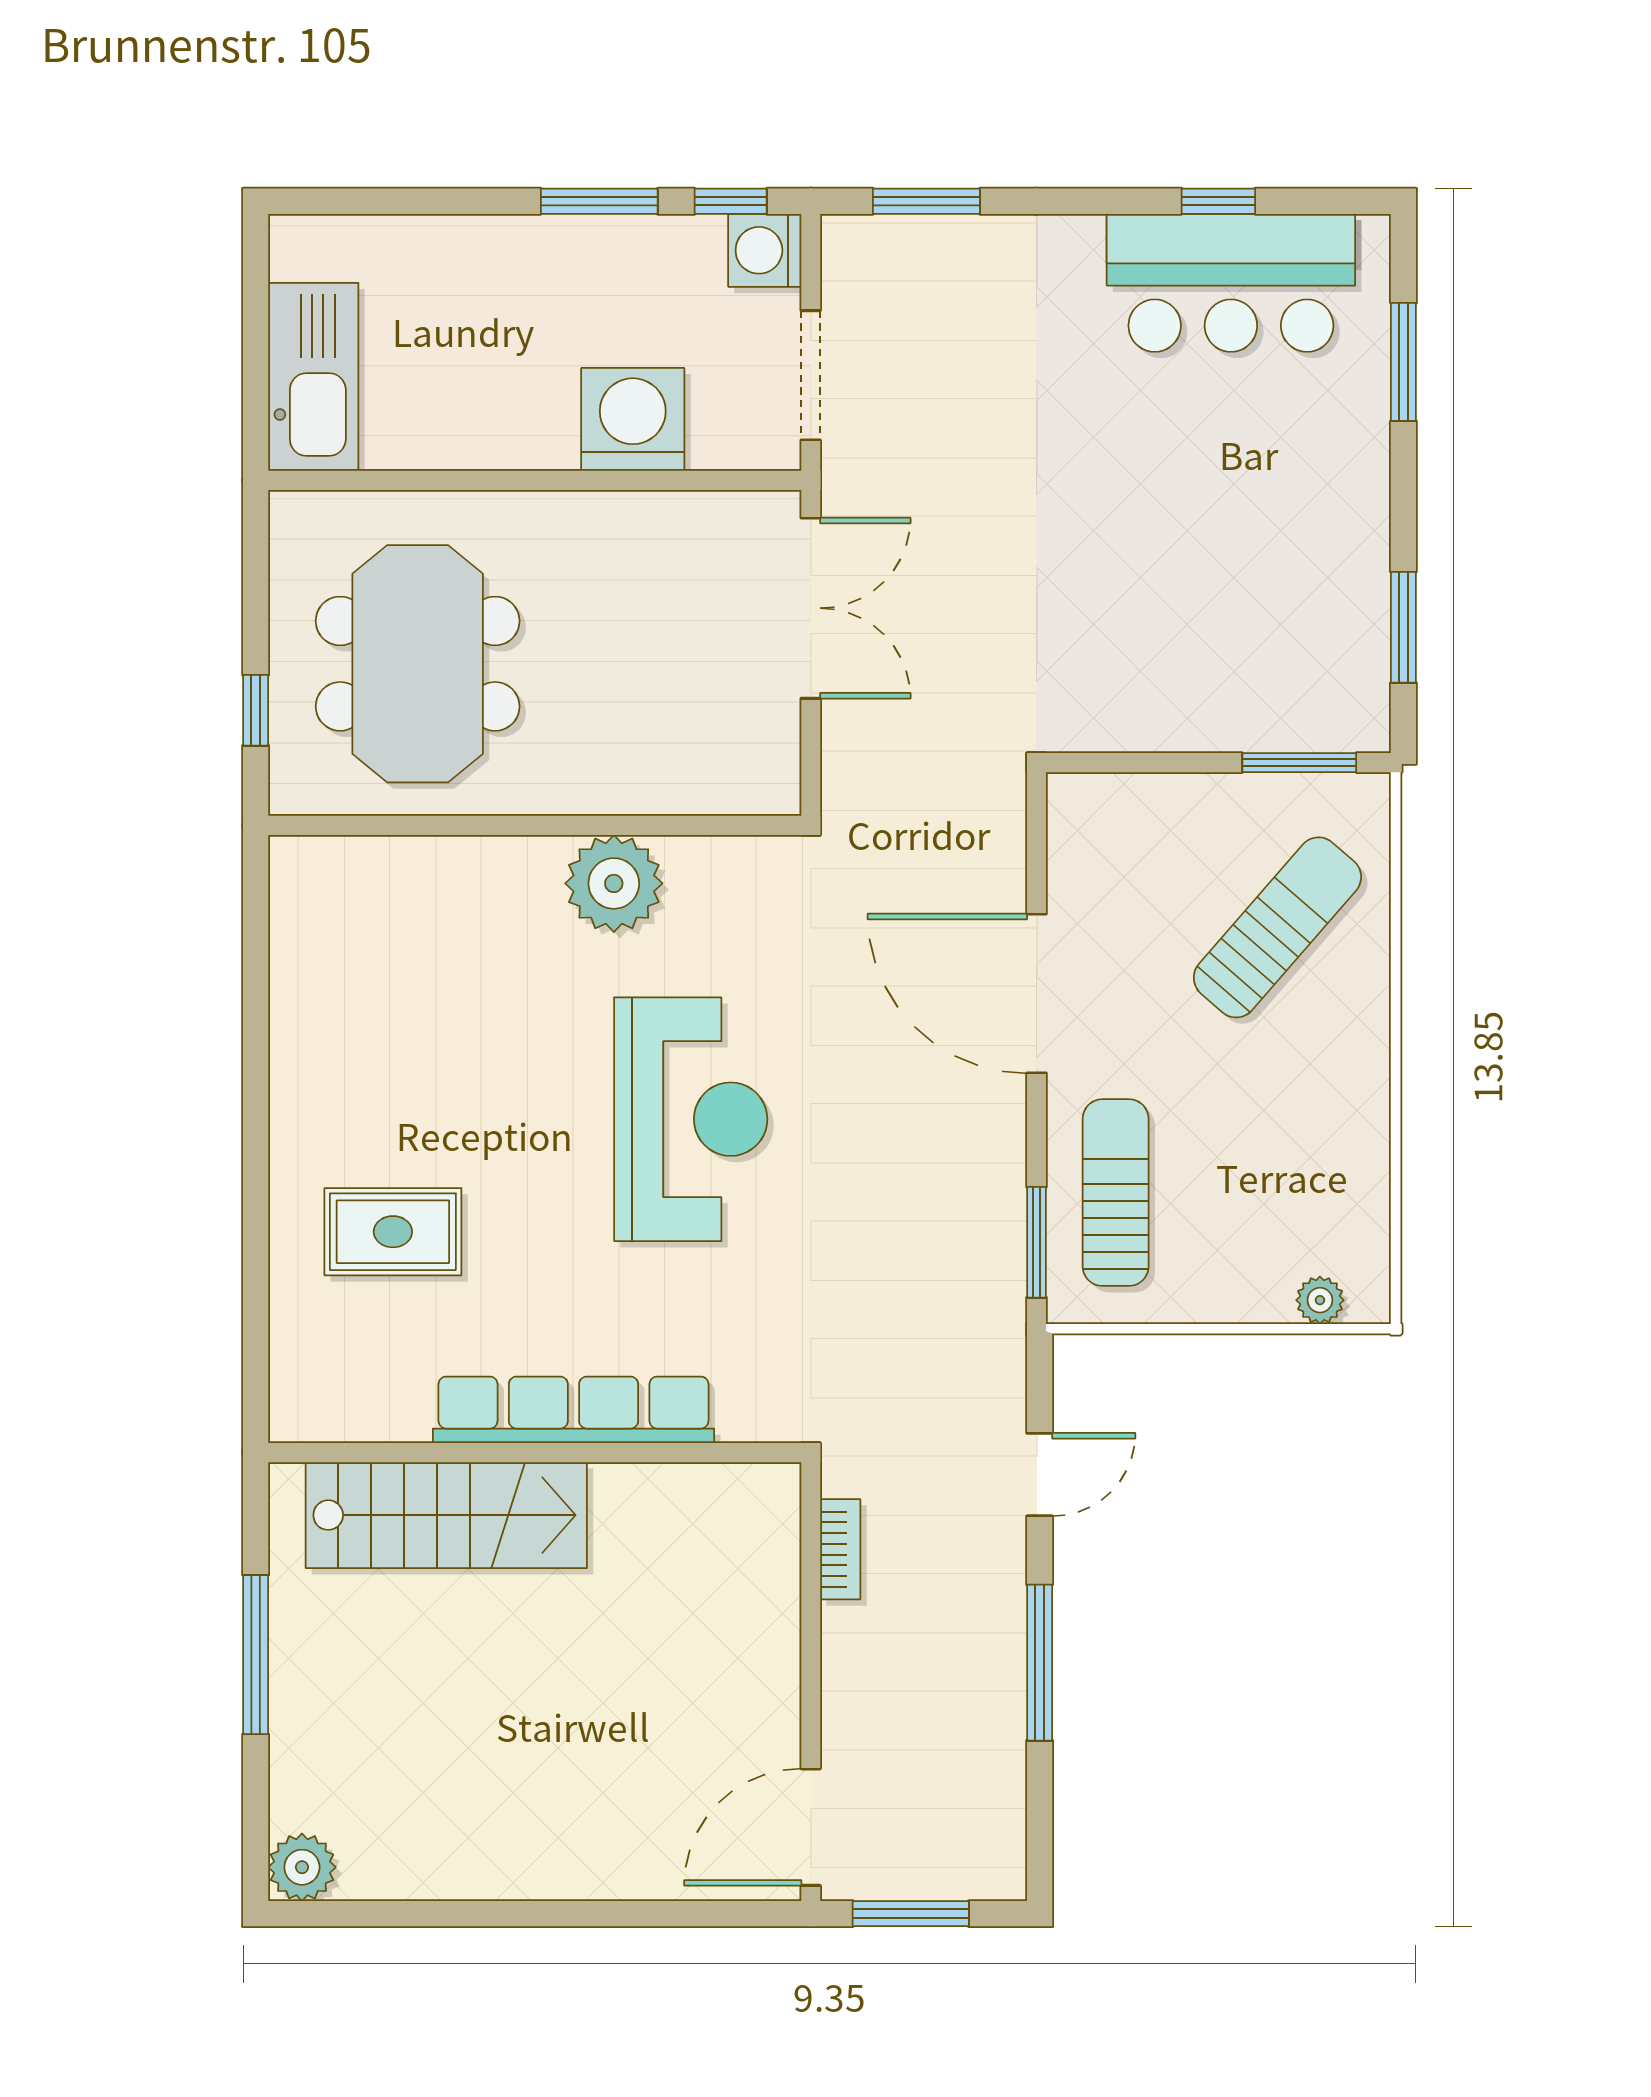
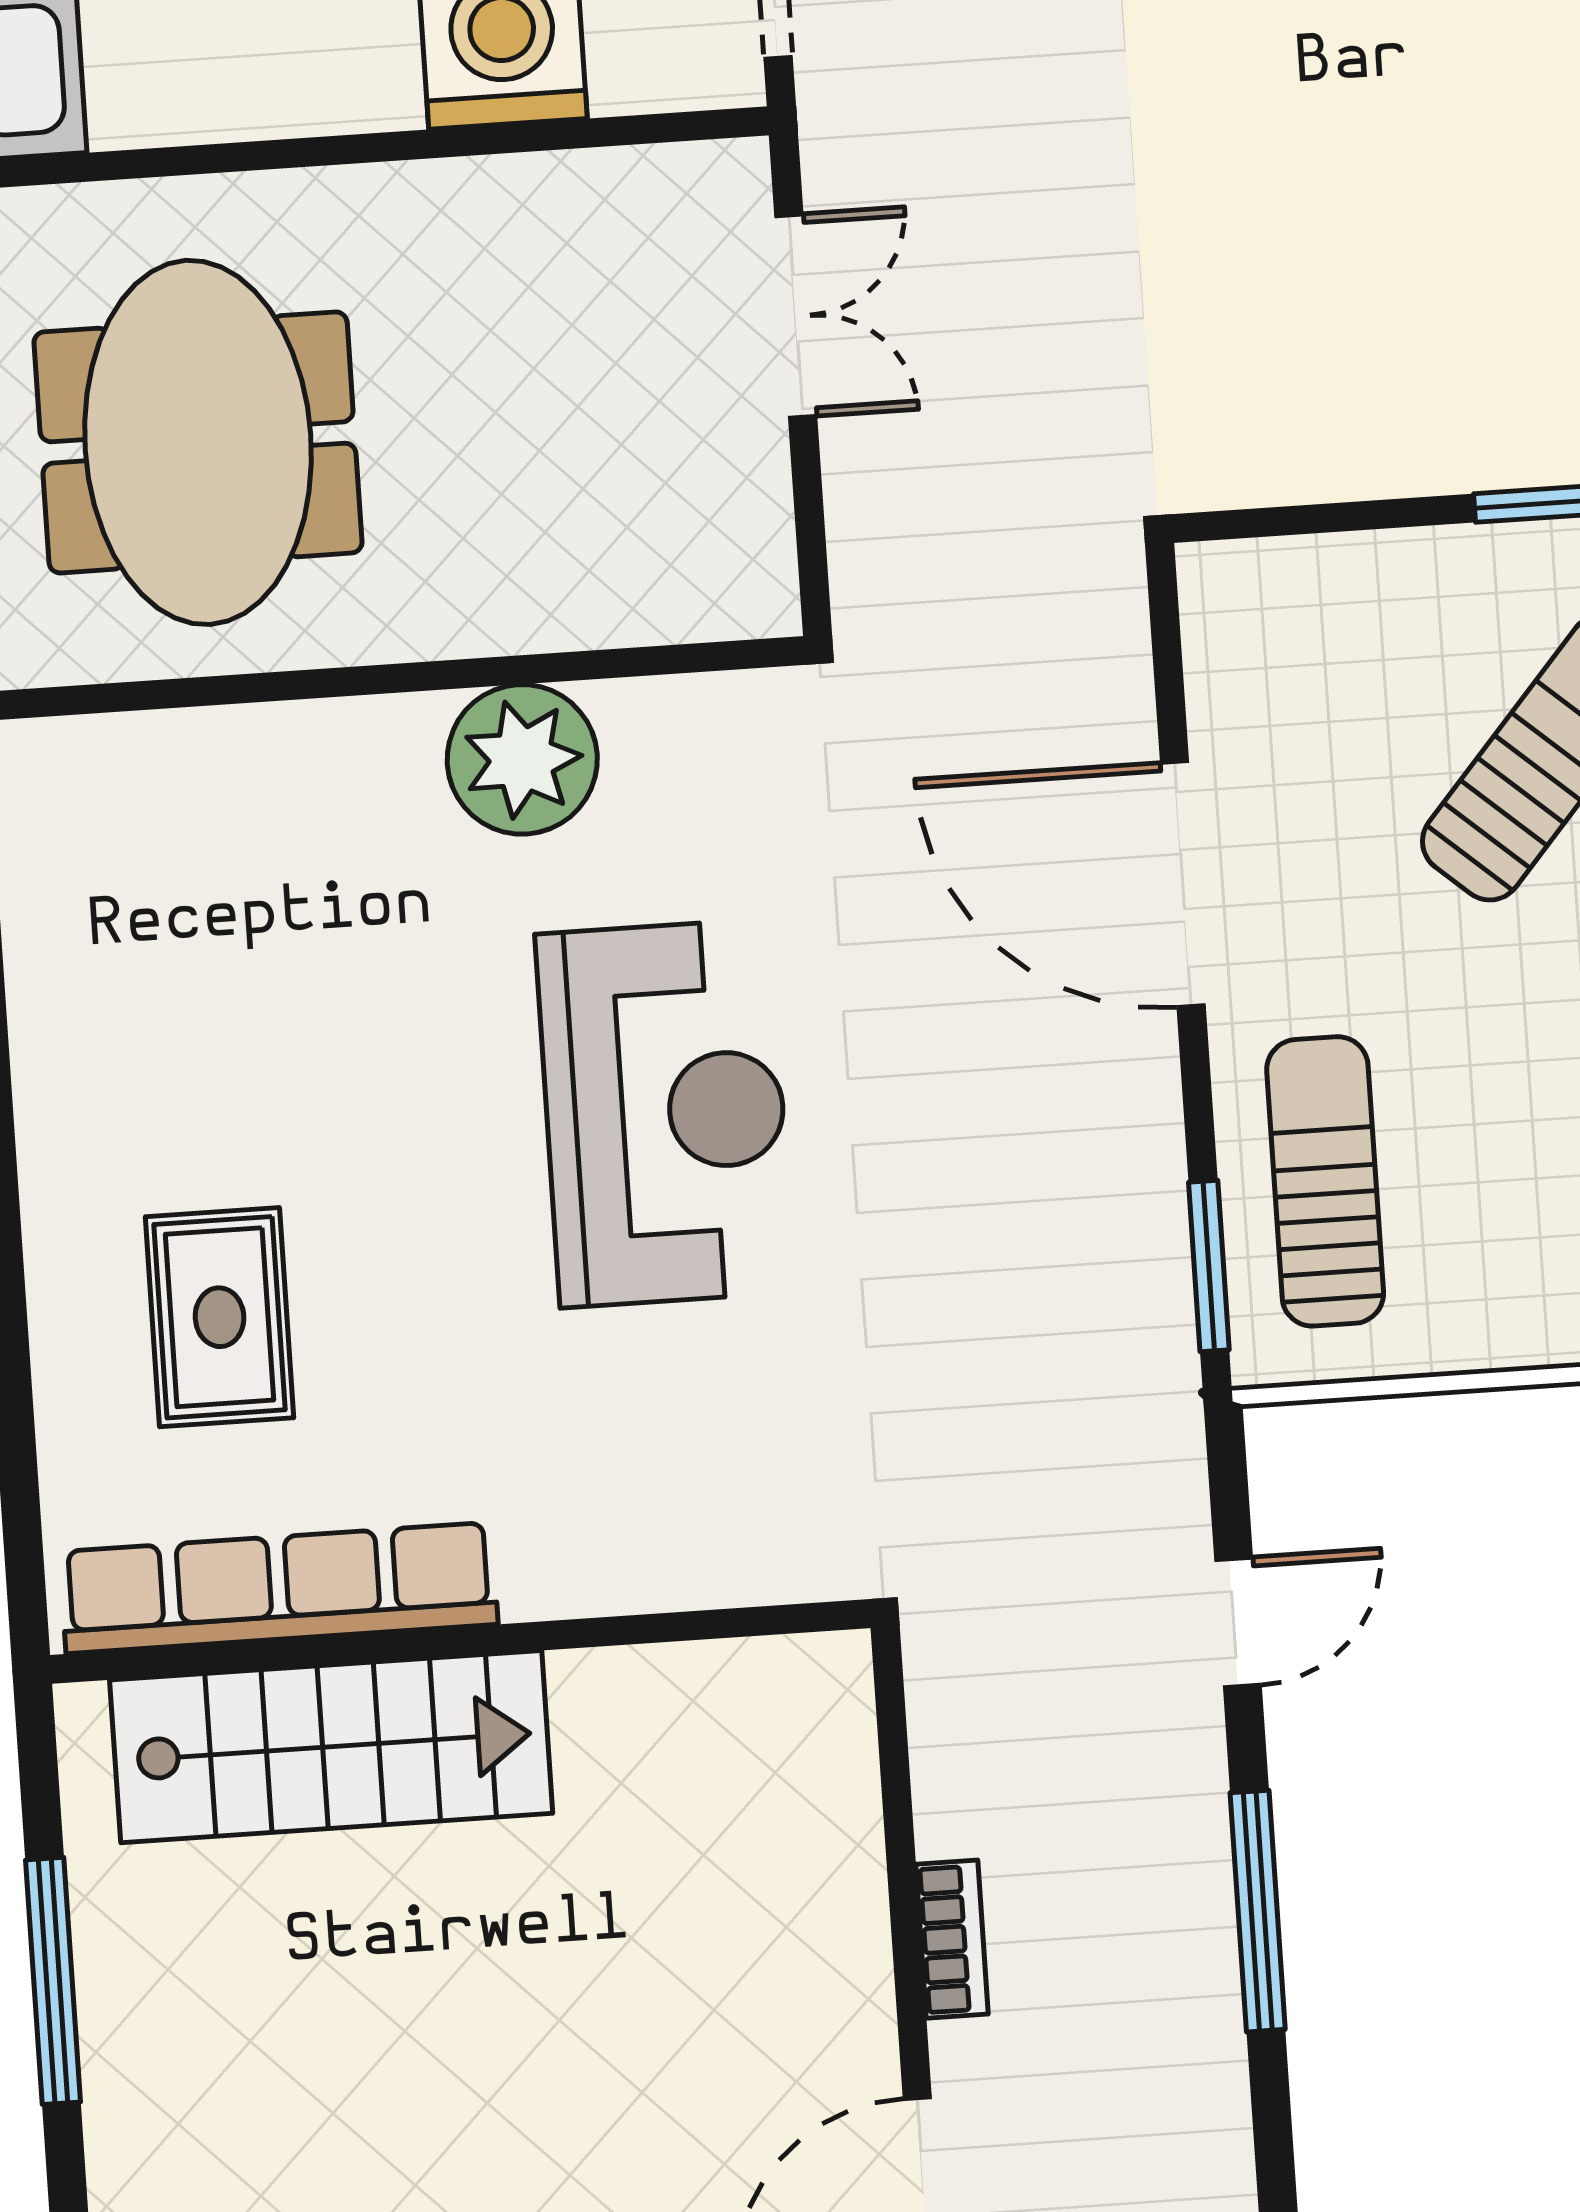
double door: (811, 608) -> (796, 316), width x0.73
rug: (393, 1232) -> (220, 1317), turned 90
row of seats: (573, 1410) -> (279, 1588), moved
bookcase: (840, 1549) -> (952, 1939), moved

